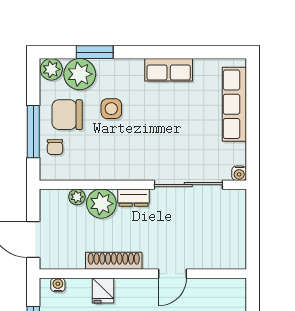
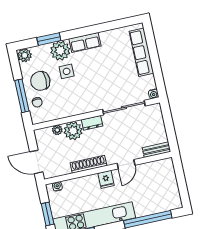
row of seats: (169, 70) -> (85, 42), moved
plant: (80, 74) -> (60, 51), moved
bench: (225, 261) -> (156, 150), added
fridge: (103, 290) -> (106, 179), moved

